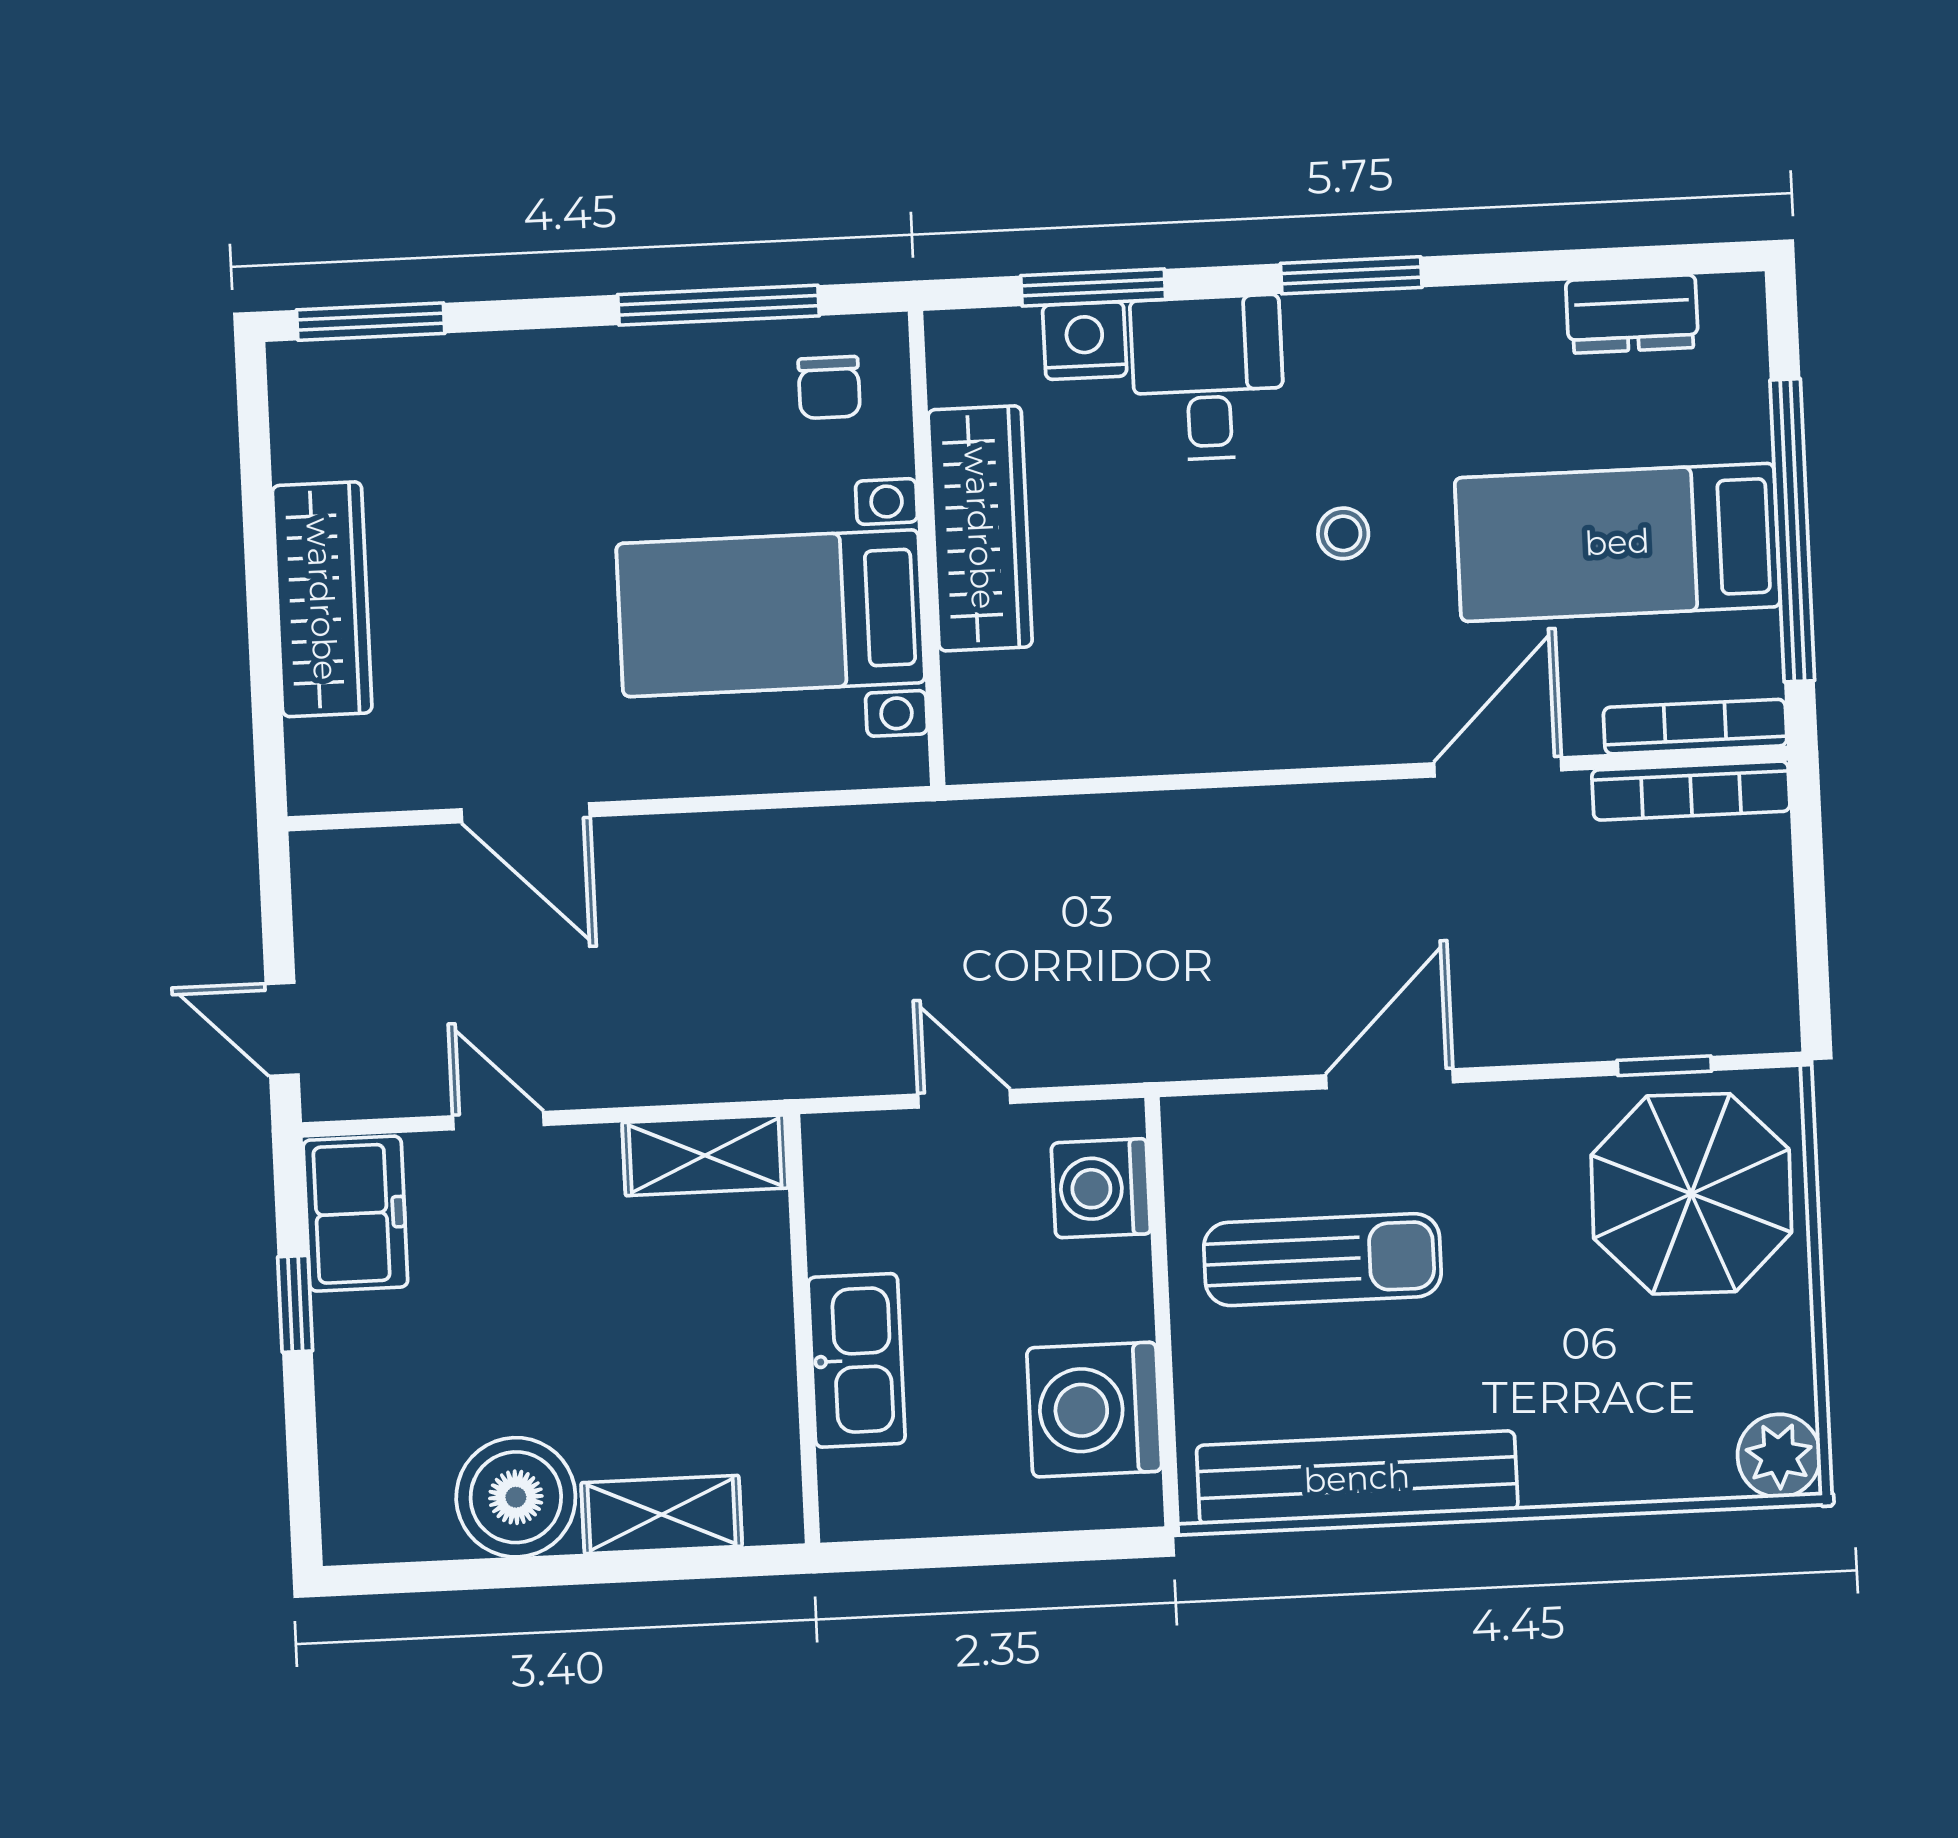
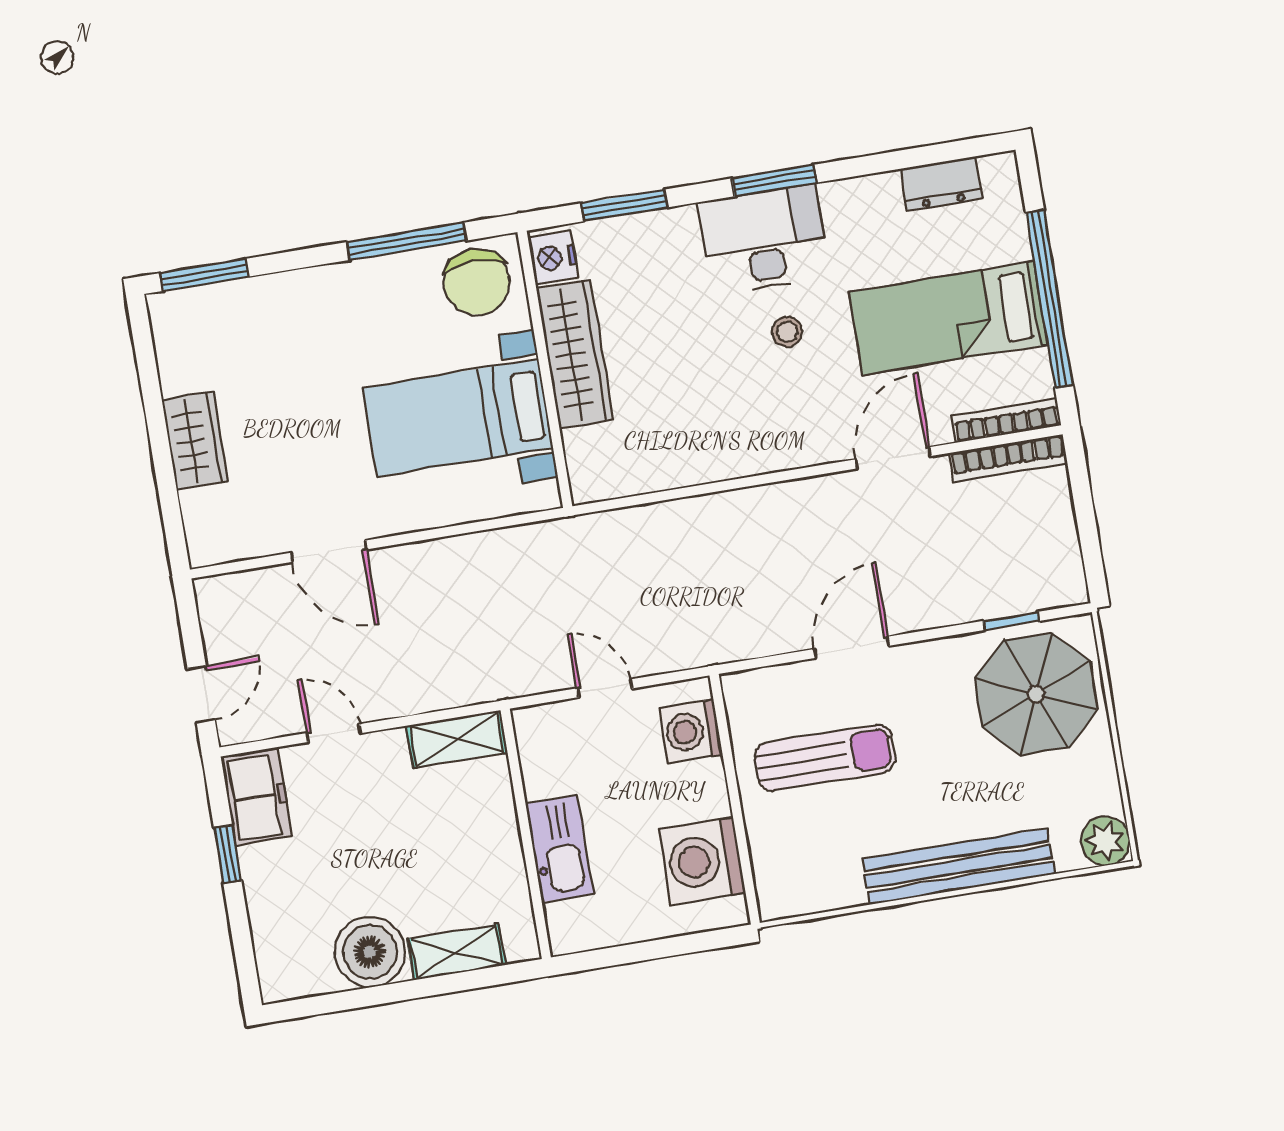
nightstand: (1085, 341) -> (553, 258), moved, turned -90
desk: (1208, 378) -> (764, 239), moved, width x1.37
chair: (829, 387) -> (477, 282), width x1.87, depth x1.87
wardrobe: (322, 599) -> (195, 440), width x0.67
door: (282, 1029) -> (201, 694), swing flipped
bench: (1357, 1478) -> (958, 866), moved

